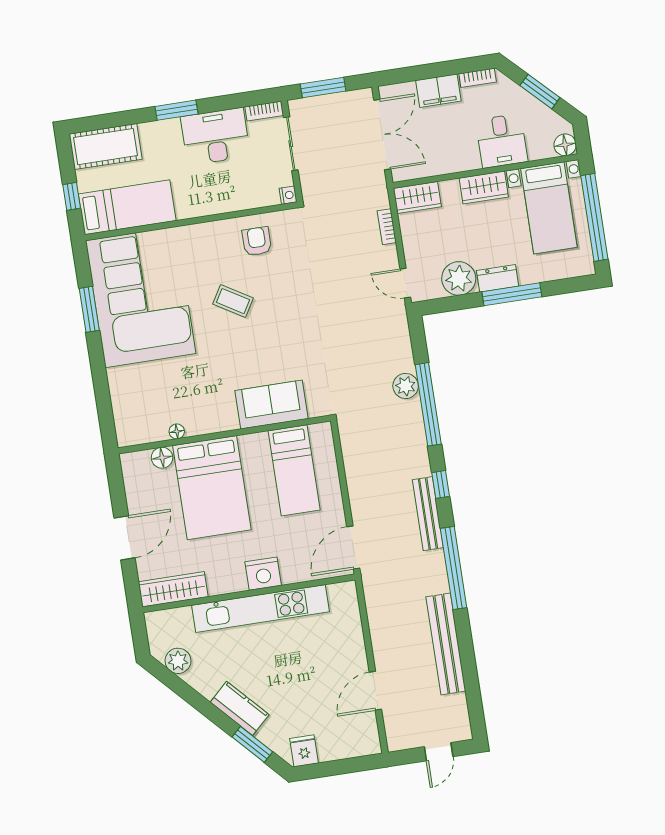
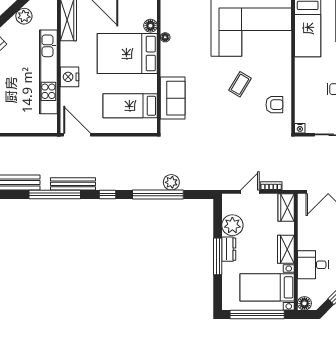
door: (405, 283) -> (250, 192), moved
bench: (428, 514) -> (73, 184), moved

